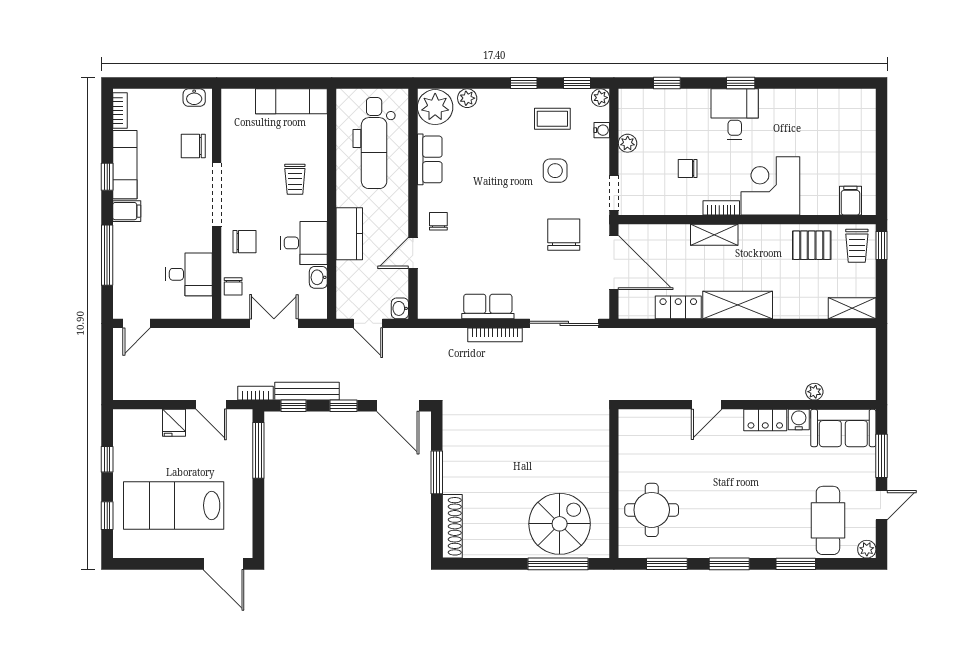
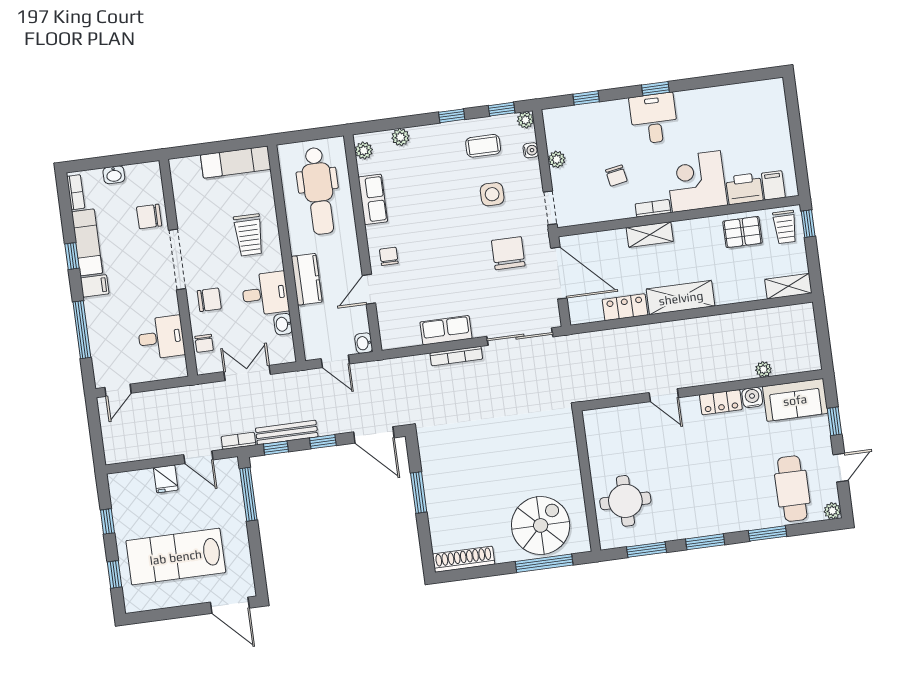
washbasin: (194, 98) -> (114, 175), moved
plant: (435, 107) -> (364, 150), width x0.53, depth x0.53
chair: (688, 169) -> (616, 176), turned -100
trolley: (295, 179) -> (249, 235), width x1.36, depth x1.39
printer: (820, 200) -> (744, 189), added
door: (707, 405) -> (664, 395), hinge flipped
window: (881, 456) -> (834, 421), width x0.67
shoe rack: (452, 526) -> (464, 559), moved, turned -90

